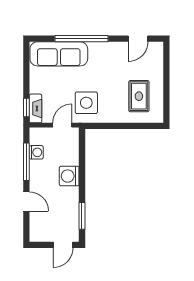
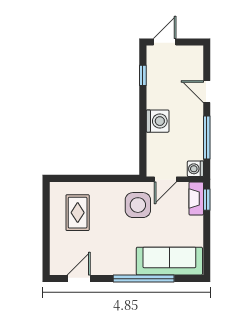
washing machine: (36, 152) -> (195, 169), moved
window: (82, 216) -> (143, 75), width x0.67

